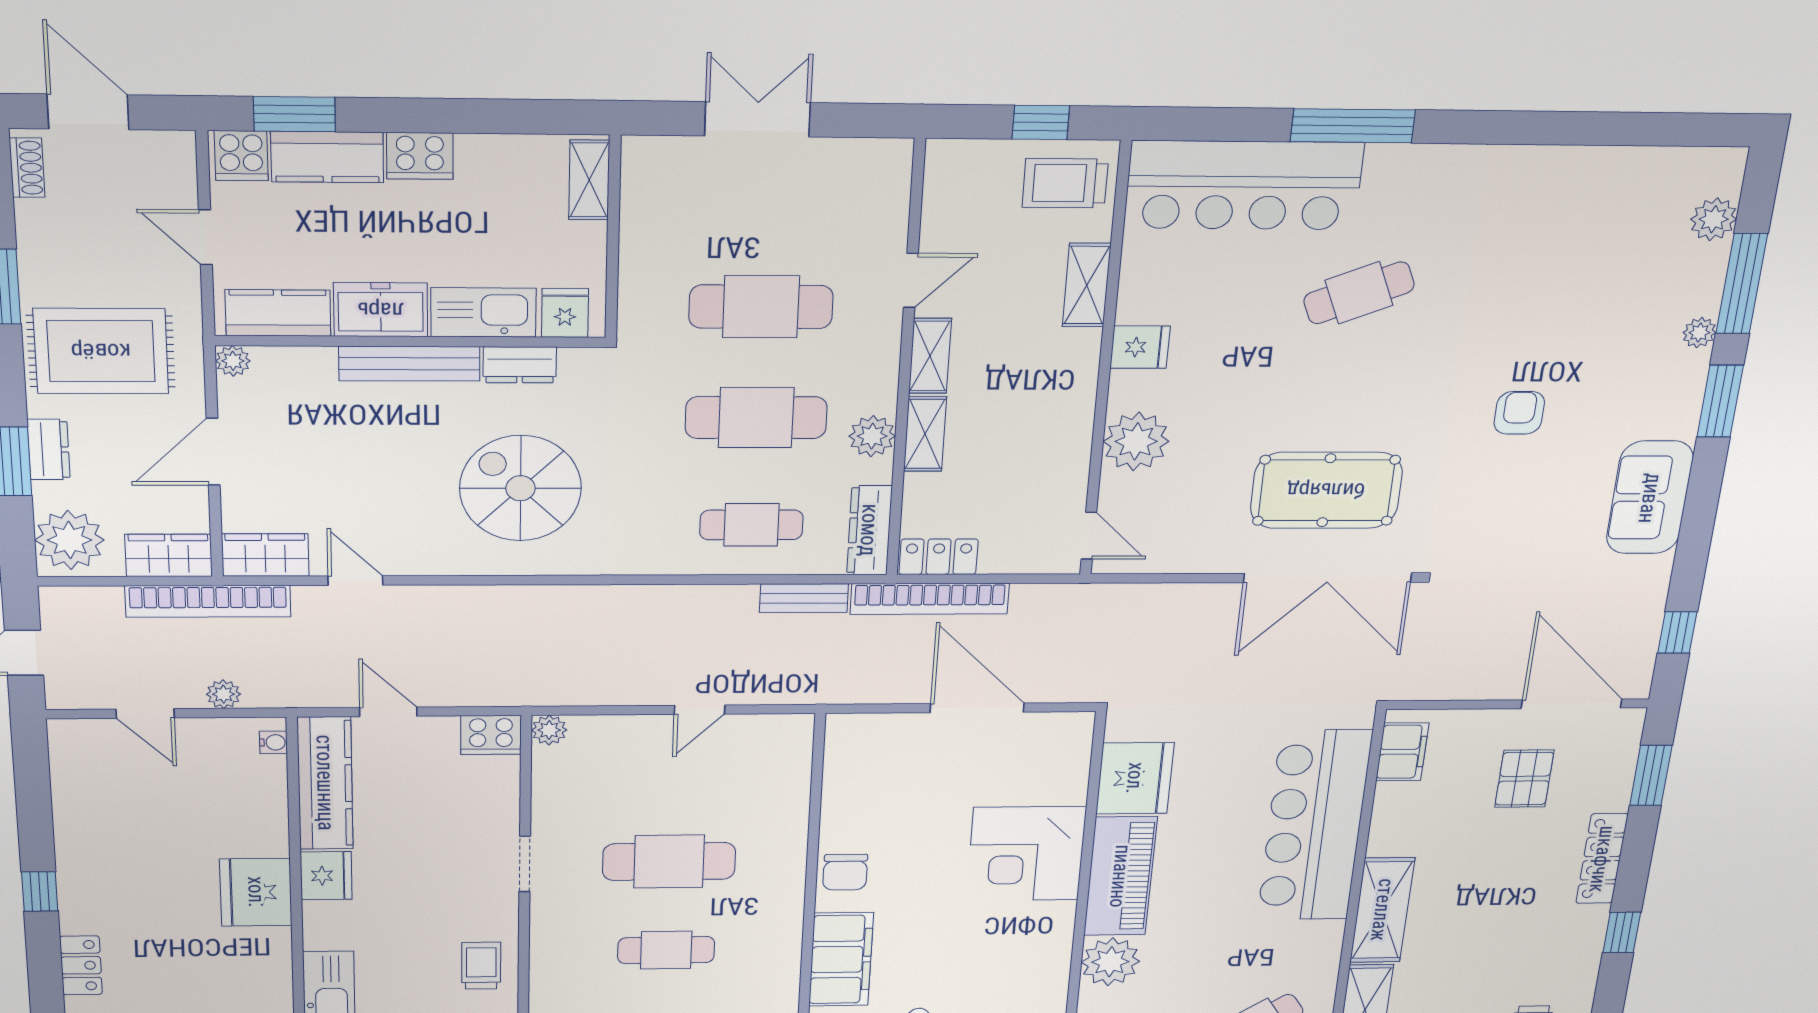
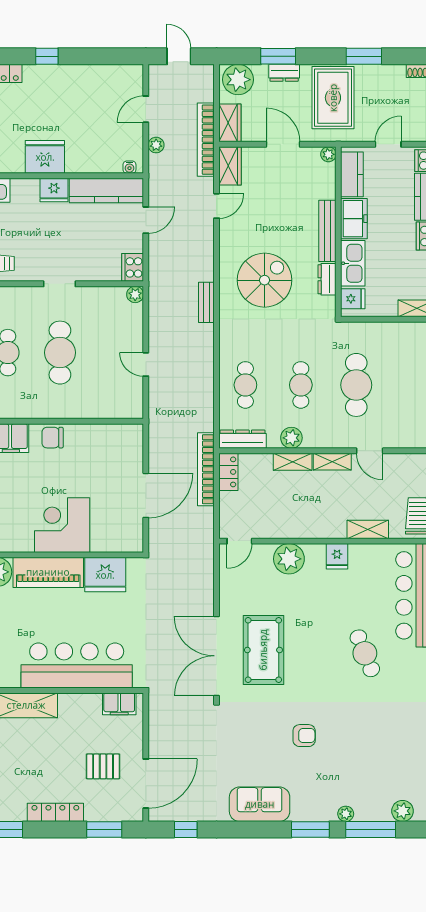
cafe table: (756, 418) -> (301, 385), width x0.73, depth x0.74
bench: (804, 598) -> (206, 302), moved

